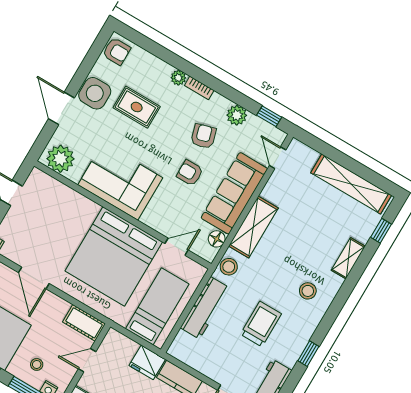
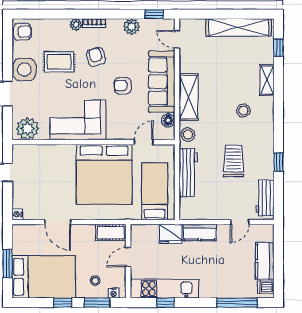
armchair: (203, 136) -> (96, 57), moved
stool: (308, 291) -> (243, 110), moved

